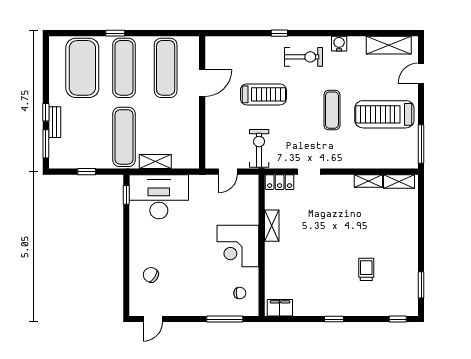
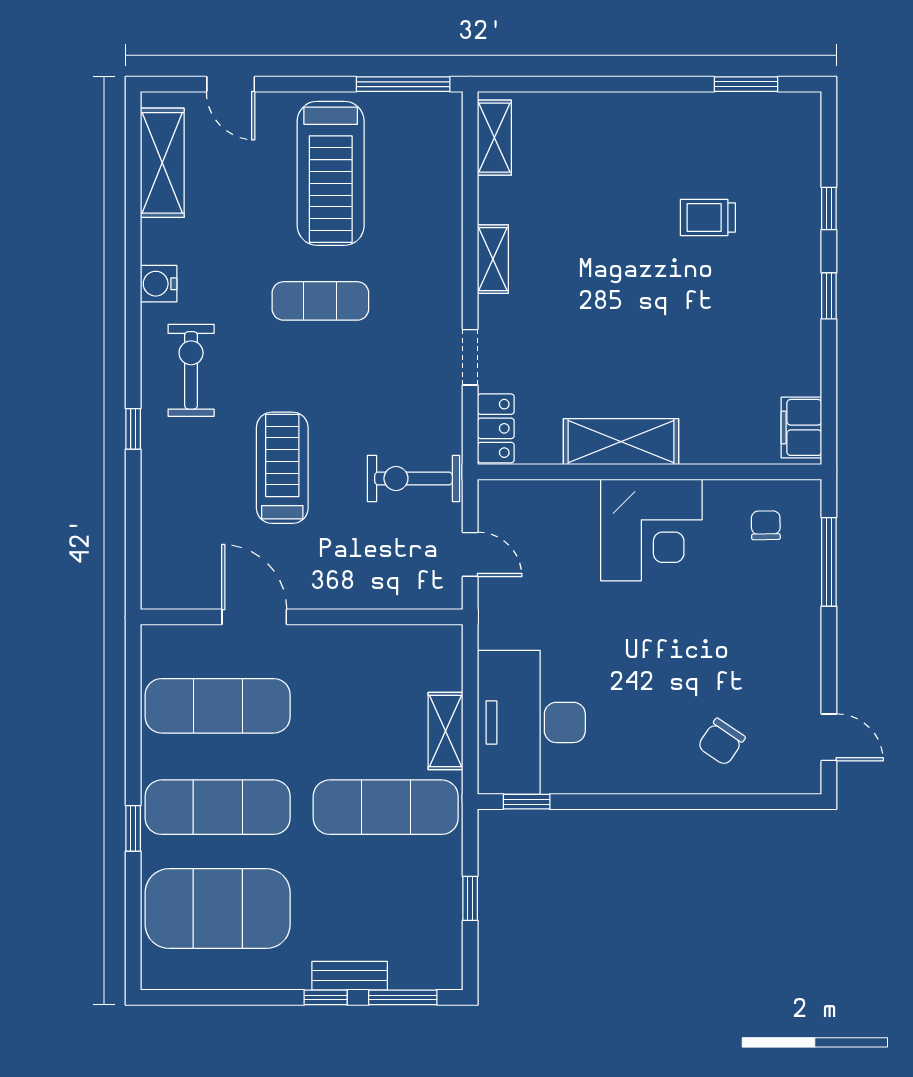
shelving: (368, 181) -> (493, 259), moved
shelving: (272, 226) -> (621, 442), width x1.50, depth x1.33
window: (398, 319) -> (829, 208), moved

